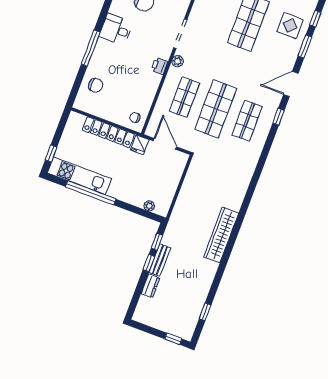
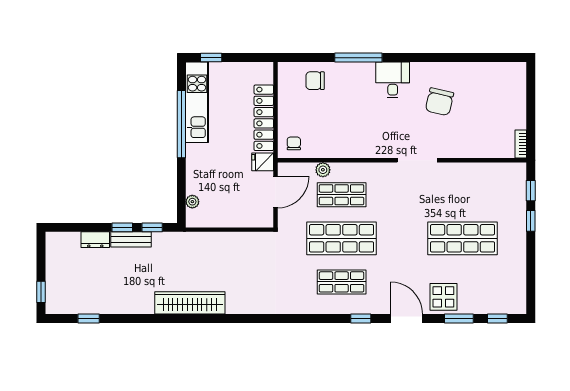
display table: (290, 26) -> (443, 297), moved
plant: (178, 61) -> (323, 170), moved
printer: (159, 66) -> (368, 150), removed
chair: (96, 85) -> (315, 81), turned 90

